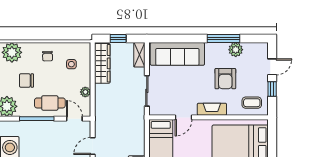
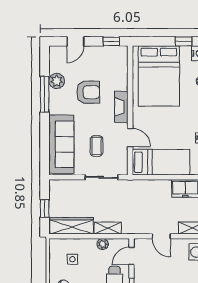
shelving: (139, 55) -> (108, 228), moved
door: (272, 67) -> (75, 41), swing flipped
window: (272, 89) -> (111, 41), moved
coffee table: (252, 103) -> (97, 146), moved

